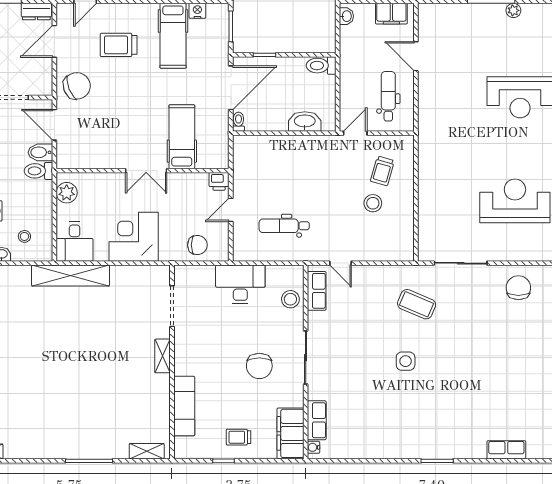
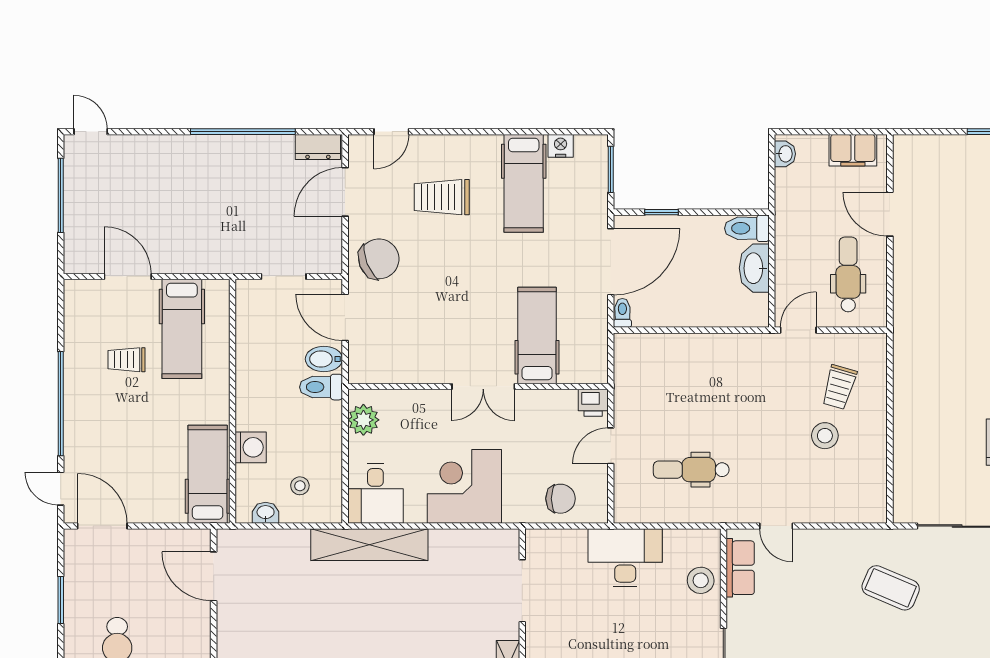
washbasin: (305, 122) -> (754, 268), moved, turned -90

